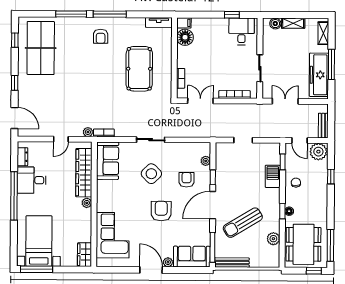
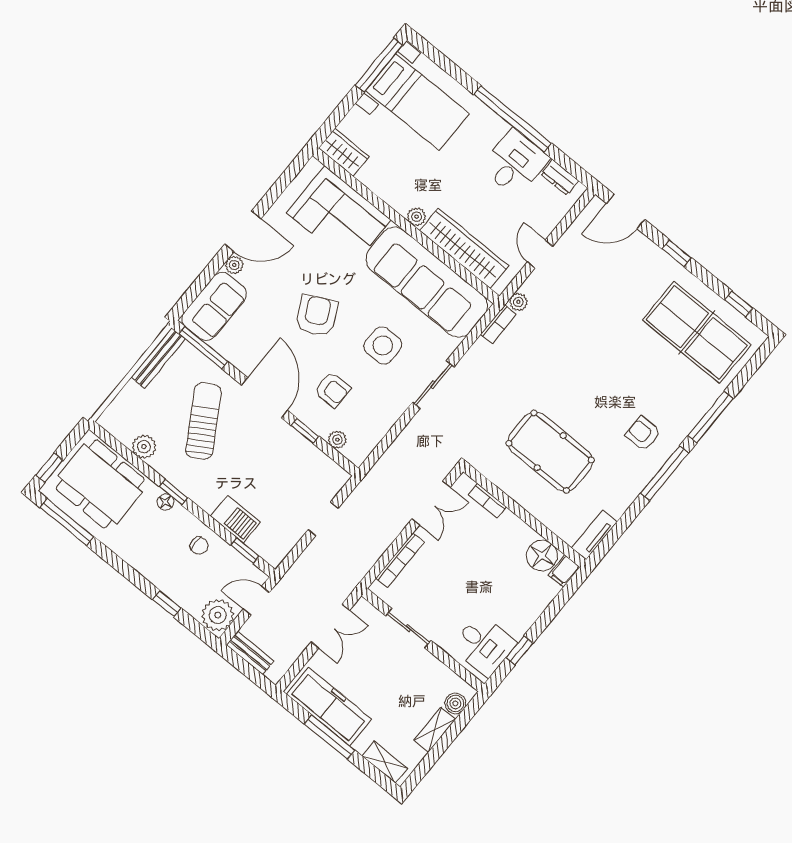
sofa: (108, 161) -> (427, 282), width x1.85, depth x1.27
side table: (151, 174) -> (383, 345), turned 45
armchair: (161, 211) -> (317, 316), turned -117

